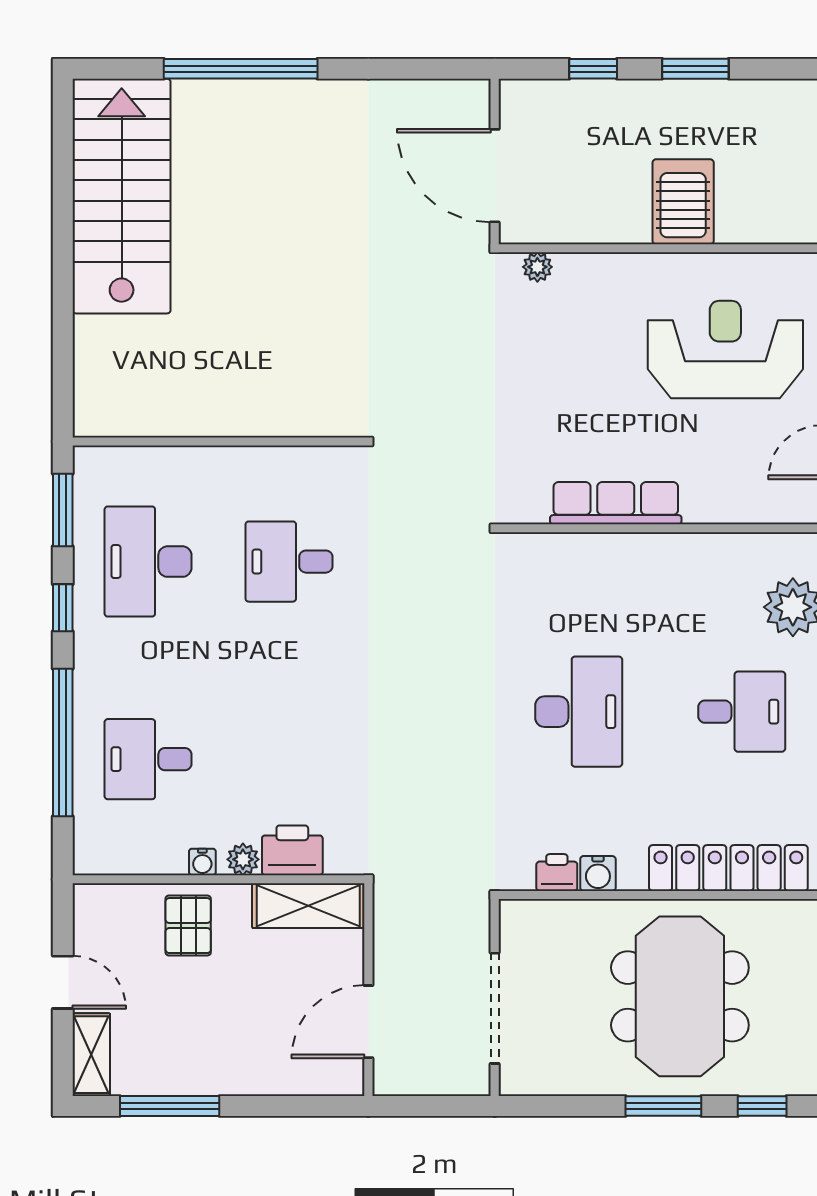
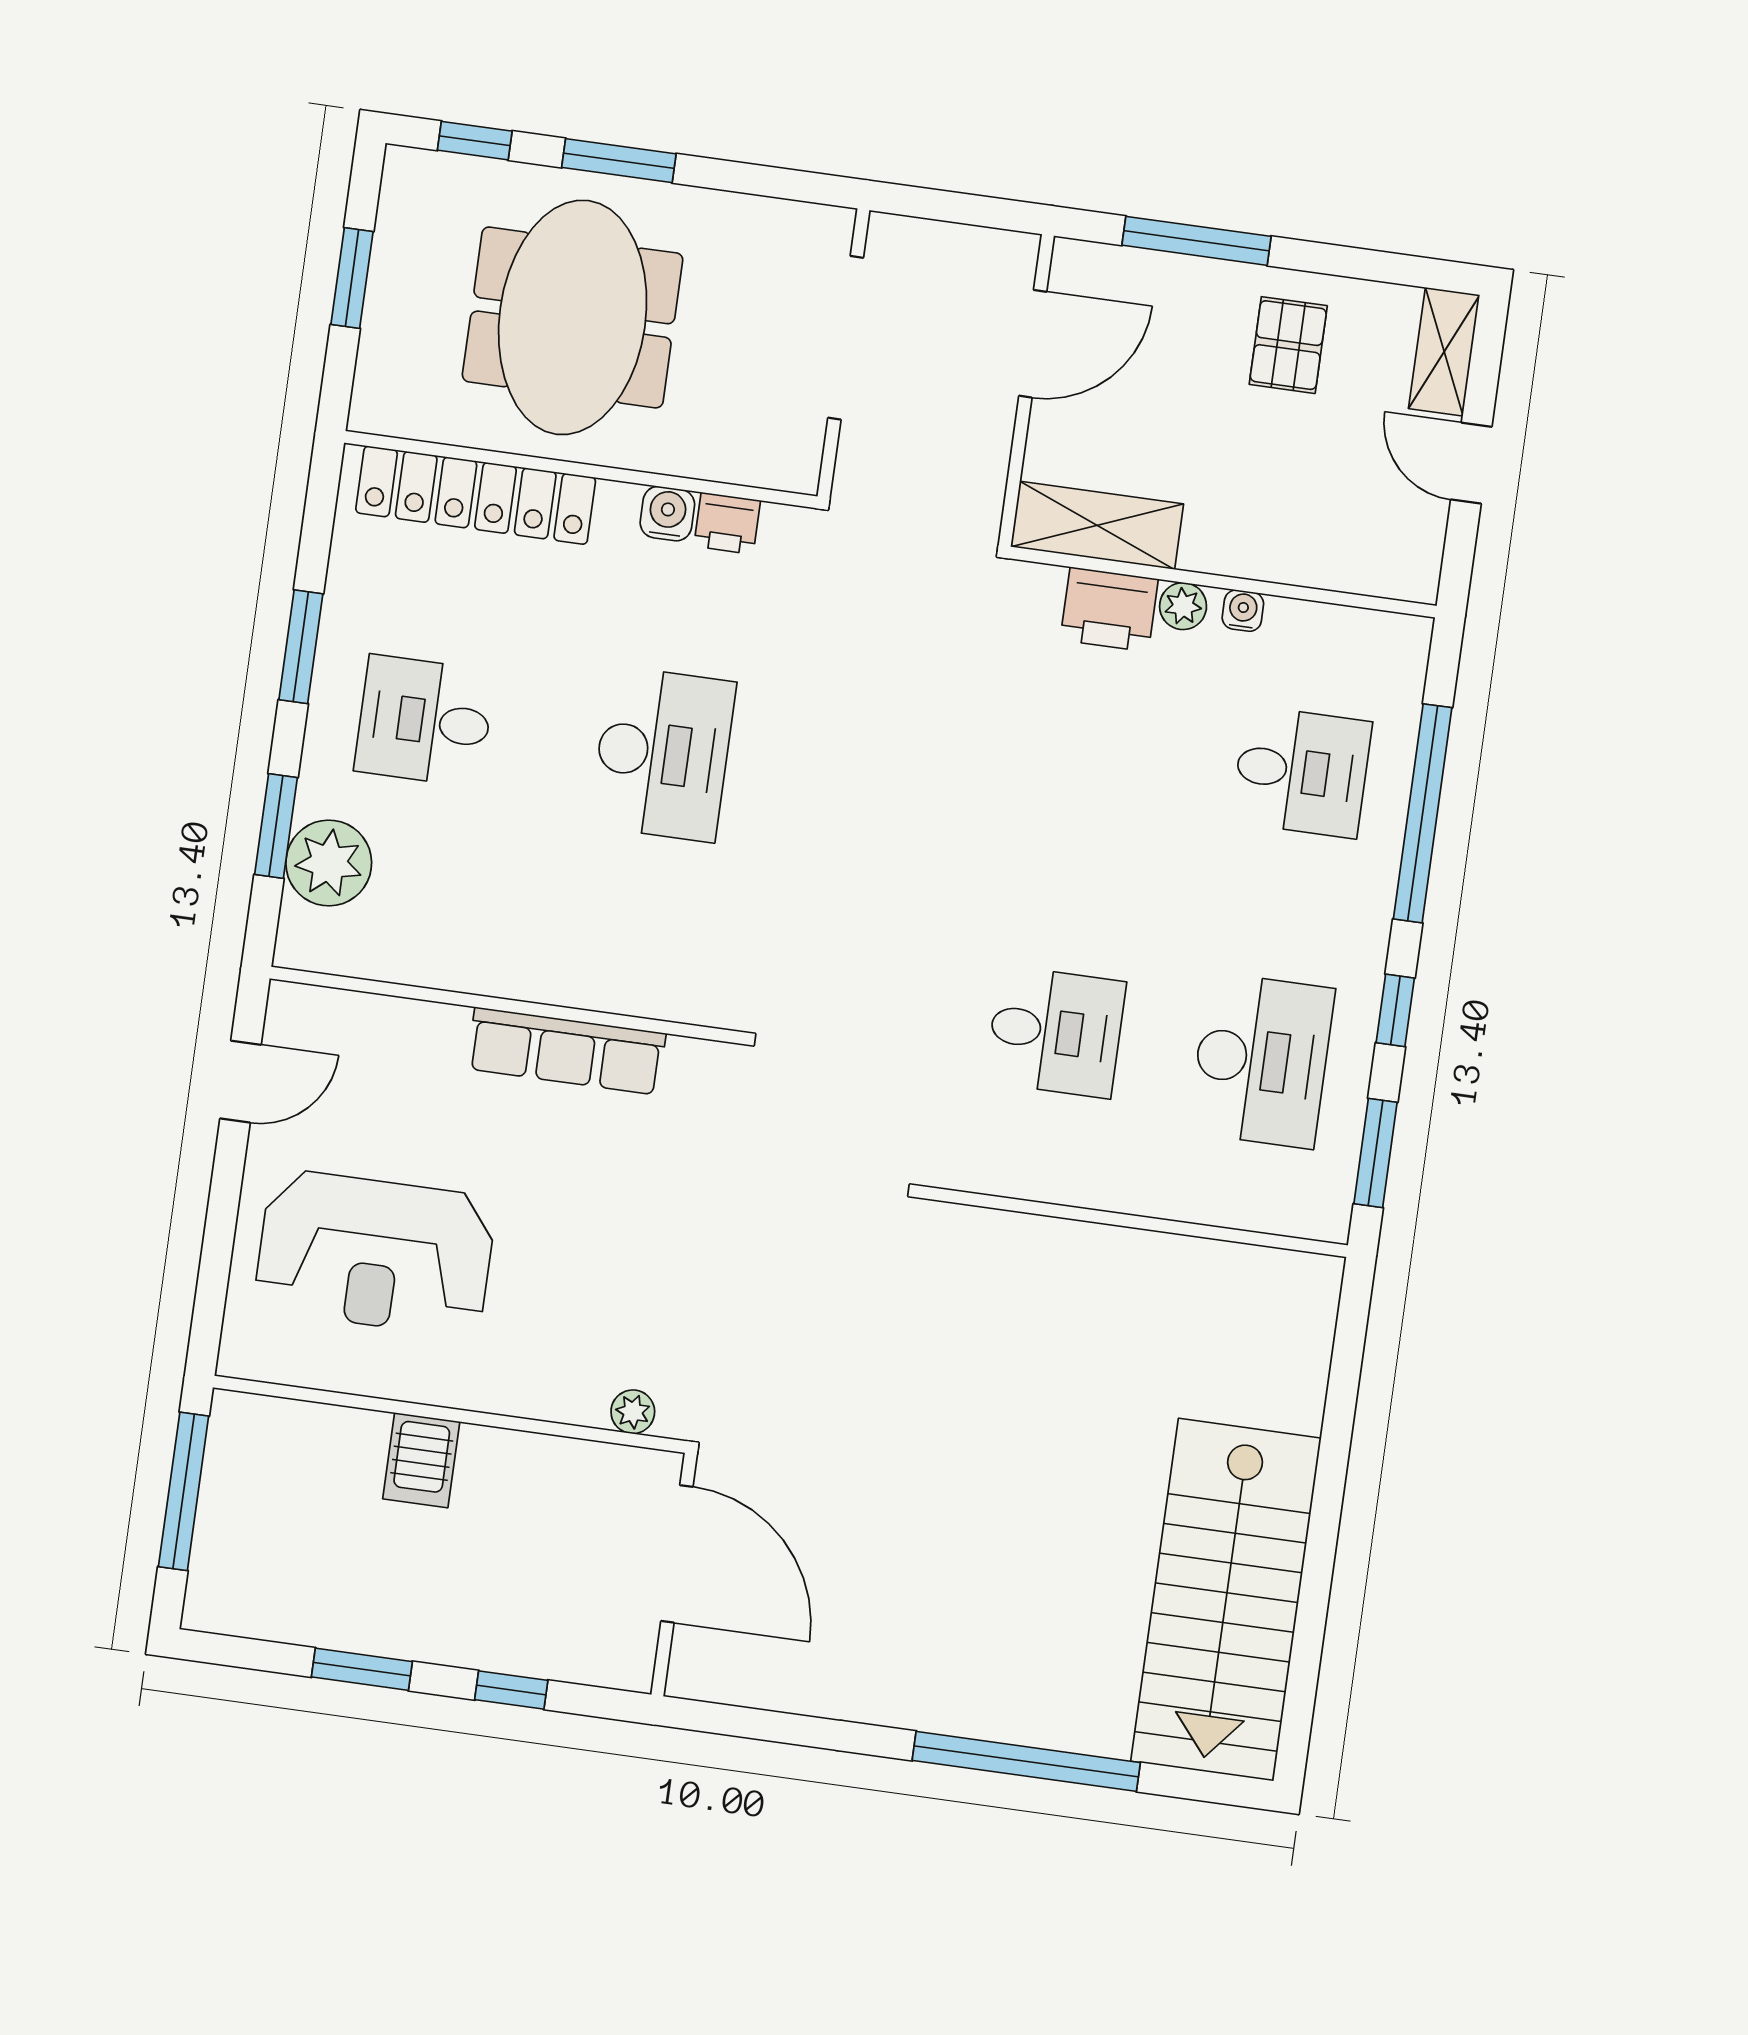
server rack: (683, 202) -> (421, 1460), width x0.73, depth x0.70
desk: (579, 712) -> (663, 754), turned 180
pallet: (188, 926) -> (1288, 345), moved
window: (170, 1106) -> (1196, 241), moved

